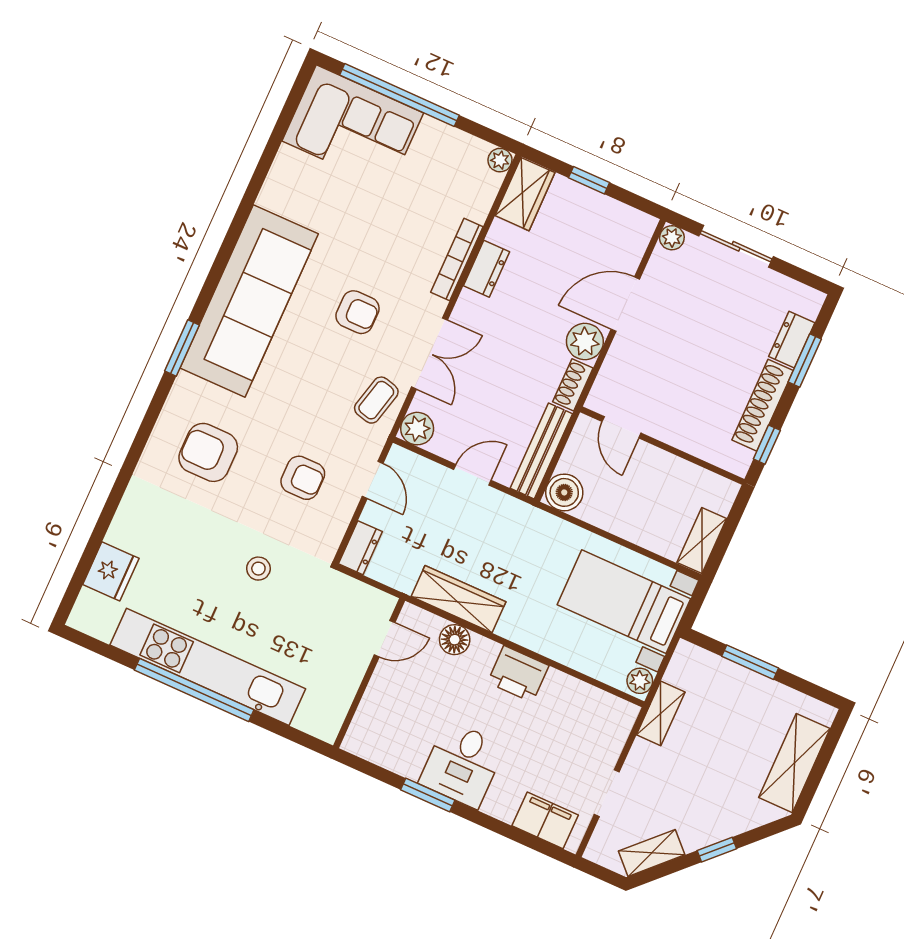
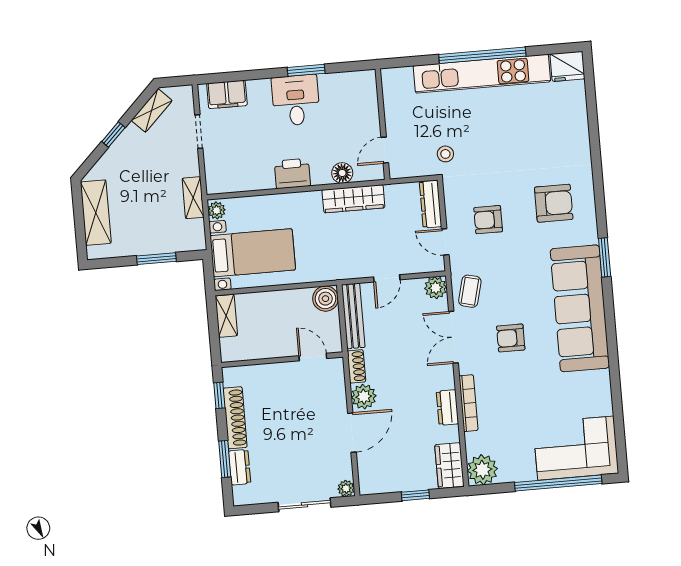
plant: (500, 160) -> (482, 470), width x1.87, depth x1.87
dresser: (360, 548) -> (431, 204), width x1.44
stool: (258, 569) -> (445, 154), moved
fridge: (111, 571) -> (567, 66), moved, turned -90

